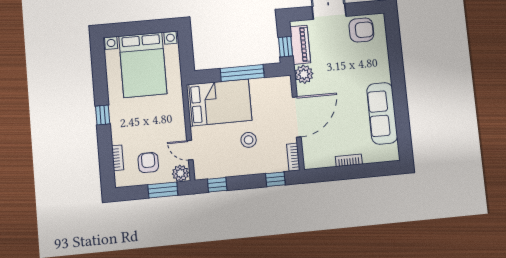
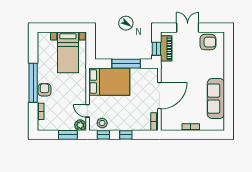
bed with nightstands: (143, 65) -> (68, 52), width x0.73
plant: (304, 74) -> (167, 68), removed
window: (103, 115) -> (33, 83), width x3.17
stool: (249, 140) -> (102, 123), moved
armchair: (148, 163) -> (44, 90), moved
window: (275, 179) -> (126, 135), moved

